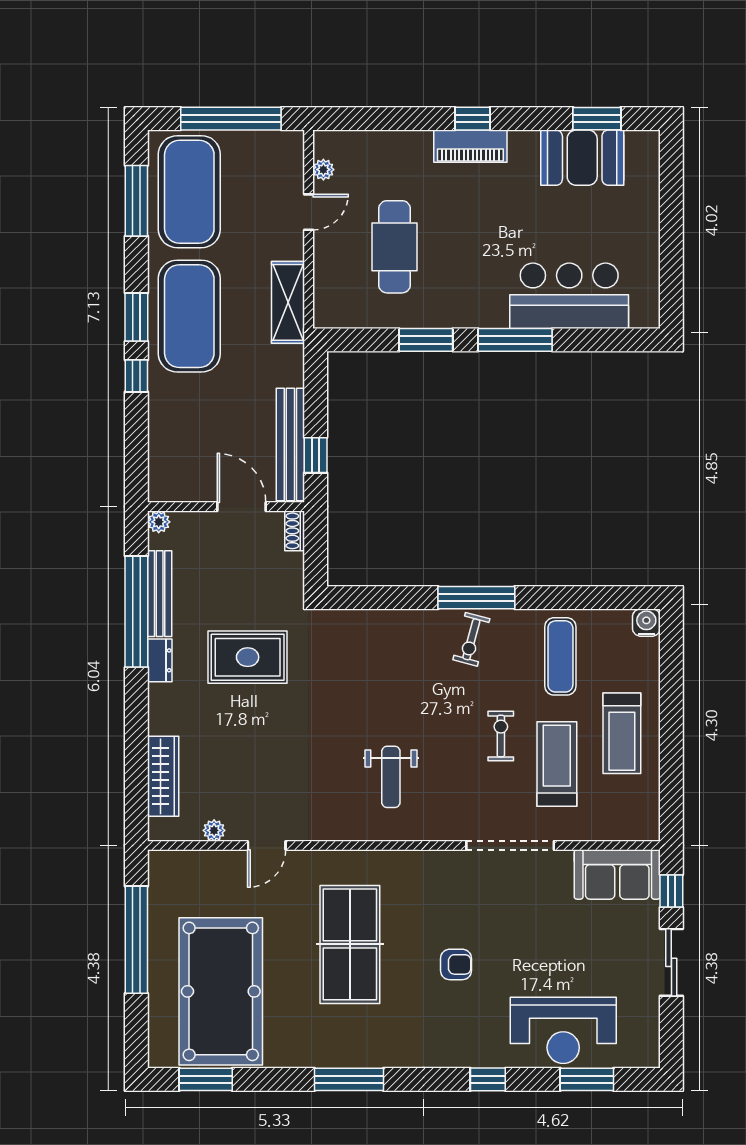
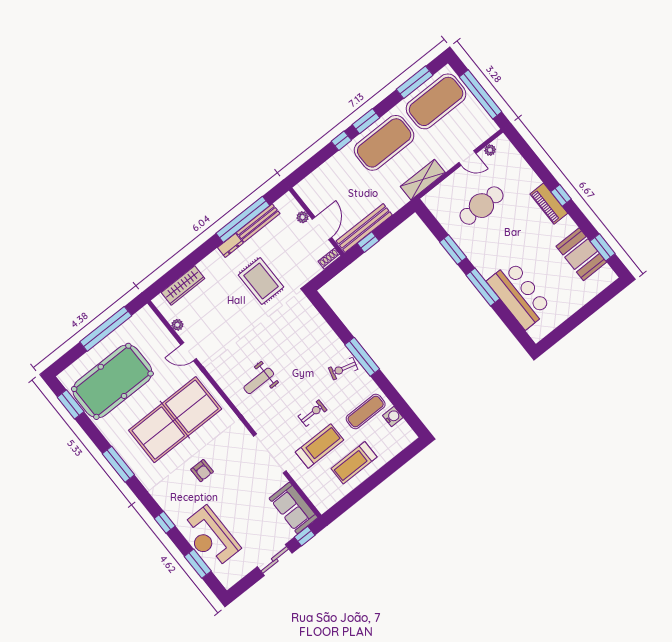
plant: (159, 522) -> (303, 217), moved
water cooler: (646, 623) -> (393, 417), moved
table tennis table: (350, 944) -> (175, 420), width x1.36, depth x1.32

